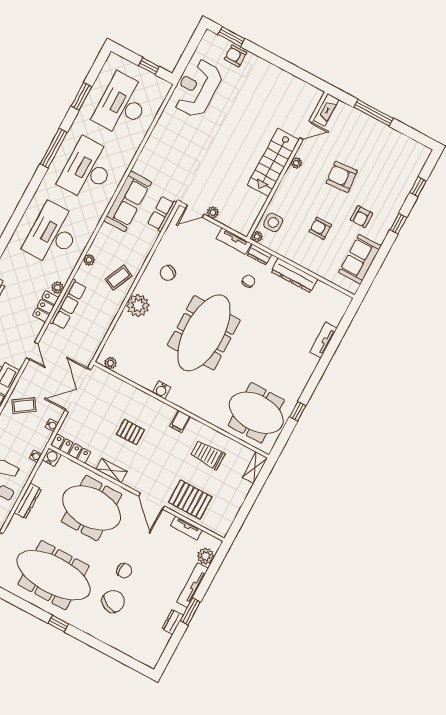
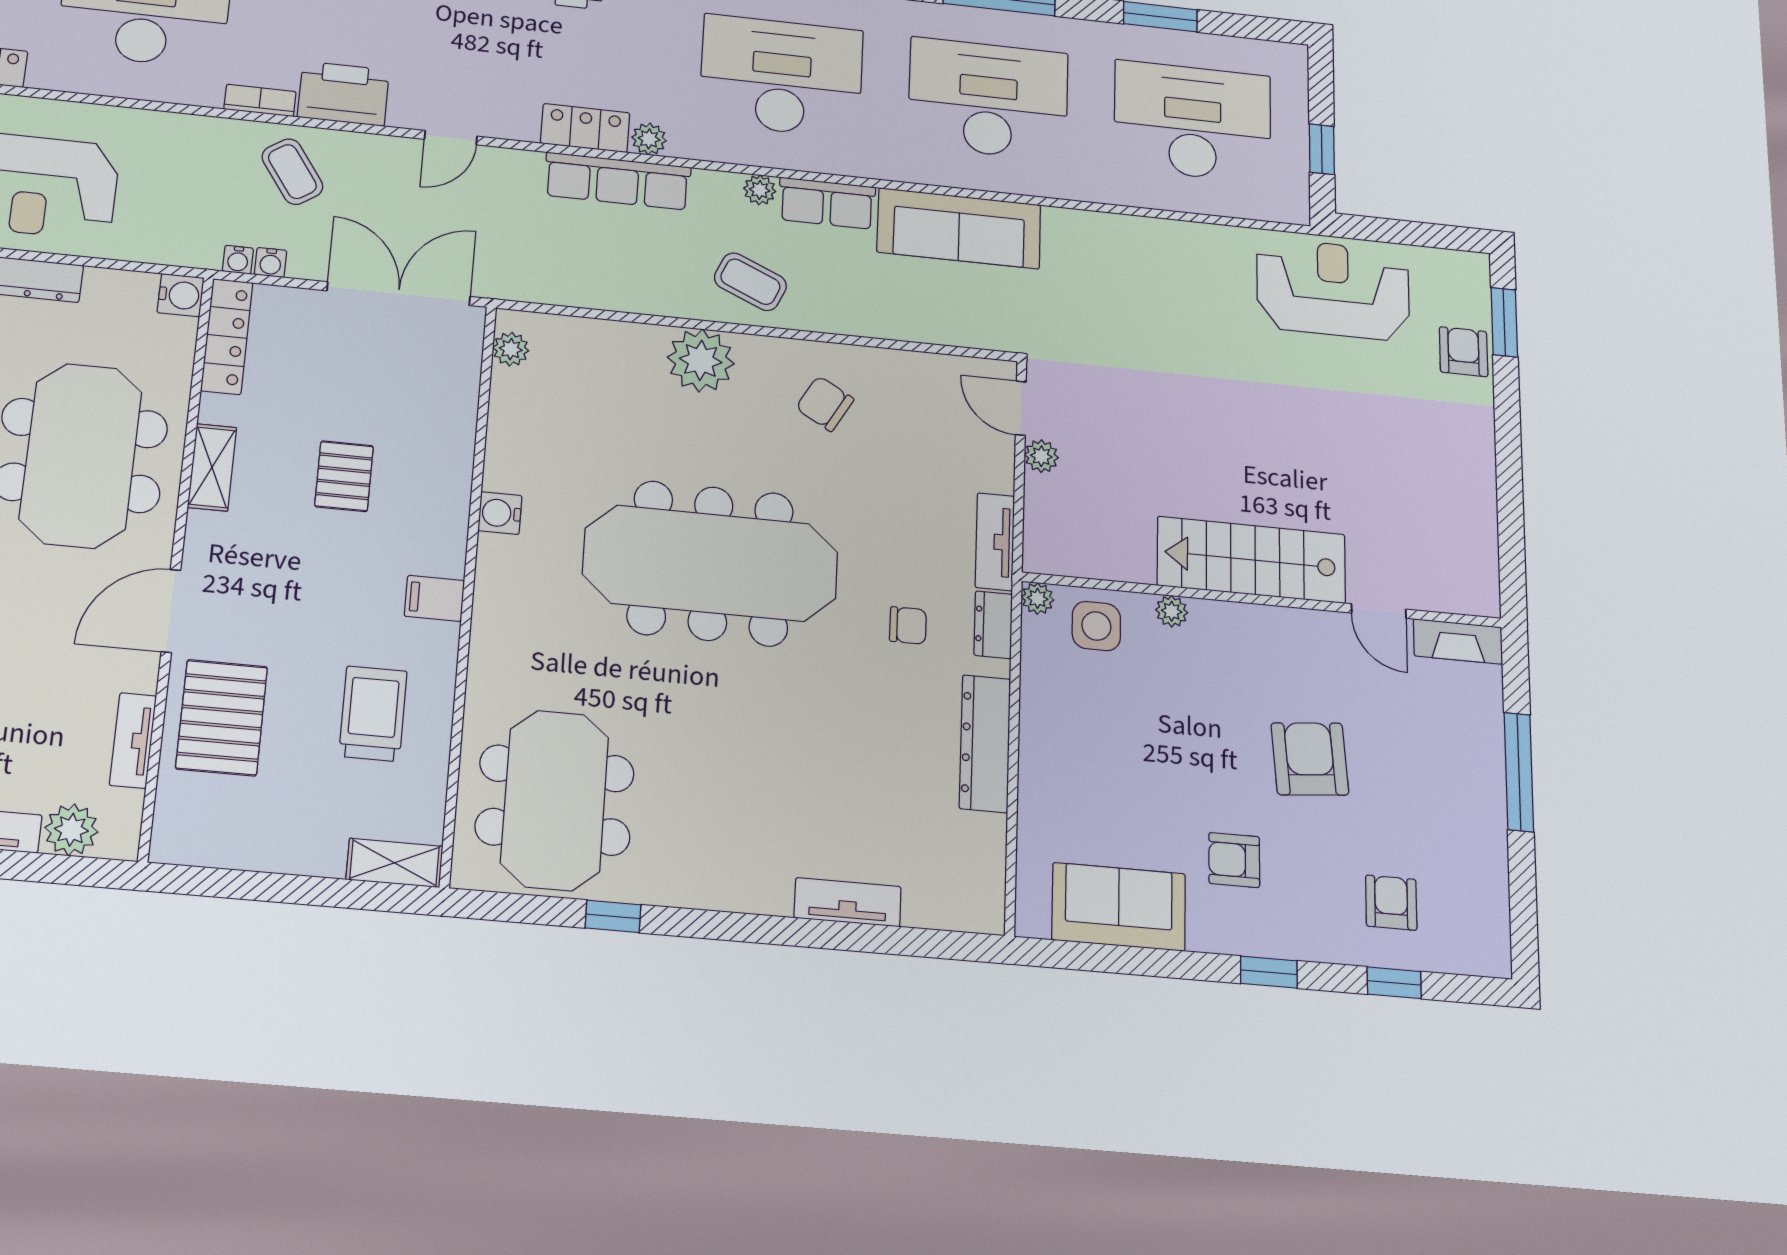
plant: (296, 163) -> (1172, 611), moved
row of seats: (162, 214) -> (827, 203), moved, turned 180
armchair: (320, 228) -> (1391, 903), moved
water cooler: (35, 456) -> (238, 260), moved

